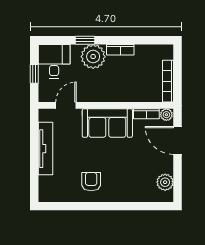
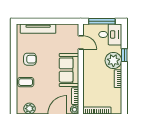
window: (34, 74) -> (102, 21), width x2.17
tv unit: (45, 149) -> (38, 29), moved
coffee table: (125, 188) -> (26, 82), added

